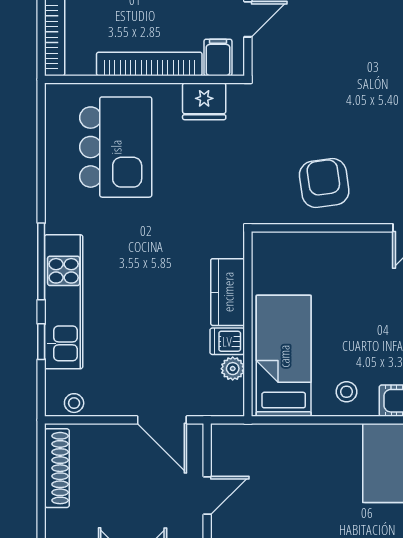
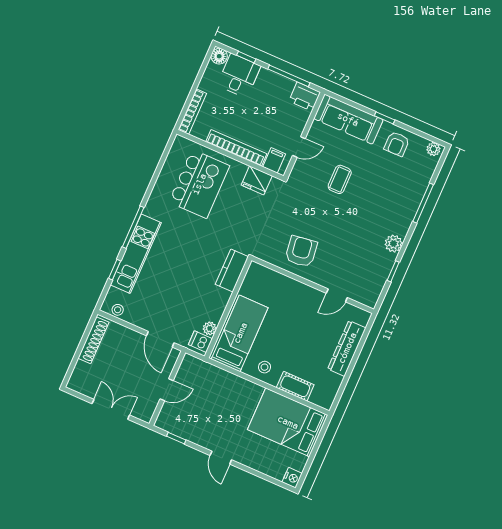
coffee table: (335, 42) -> (340, 179), added
kitchen counter: (228, 292) -> (232, 271), moved
dishwasher: (227, 341) -> (200, 342), moved

